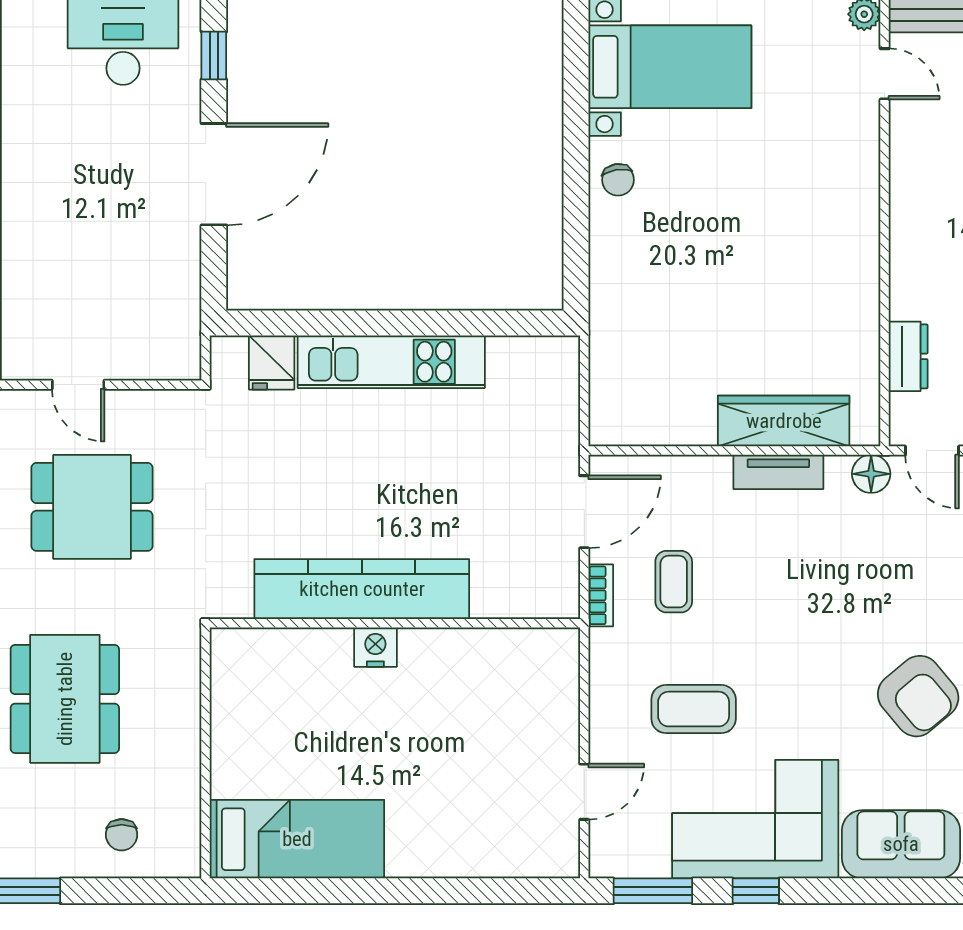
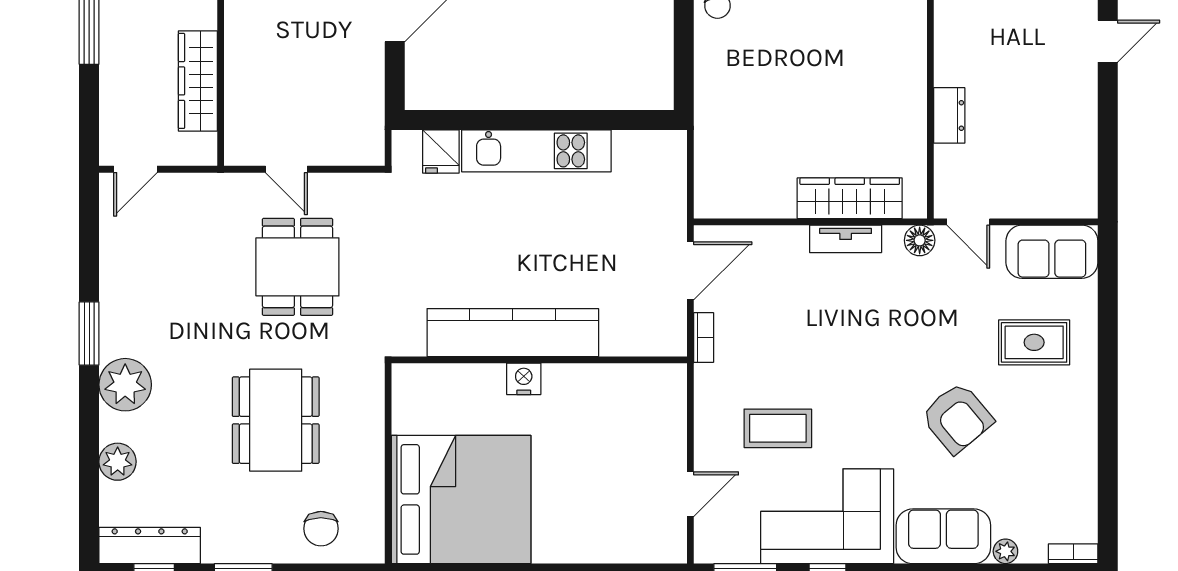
dresser: (908, 356) -> (949, 115), moved
dining table: (92, 507) -> (297, 267), turned 90
coffee table: (674, 582) -> (762, 327), removed
chair: (122, 835) -> (321, 529), width x1.37, depth x1.37
bed: (297, 839) -> (461, 499), width x2.04

